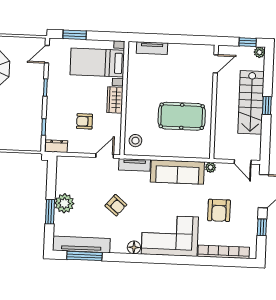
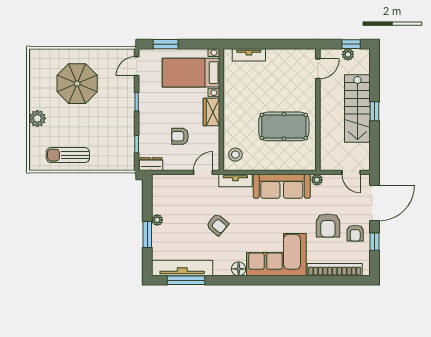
plant: (259, 52) -> (348, 54), moved
plant: (64, 203) -> (157, 220), width x0.53, depth x0.53
armchair: (244, 219) -> (355, 233), added

